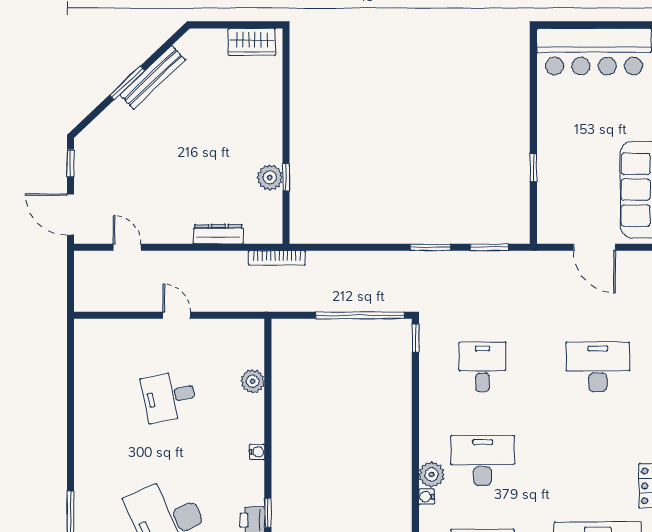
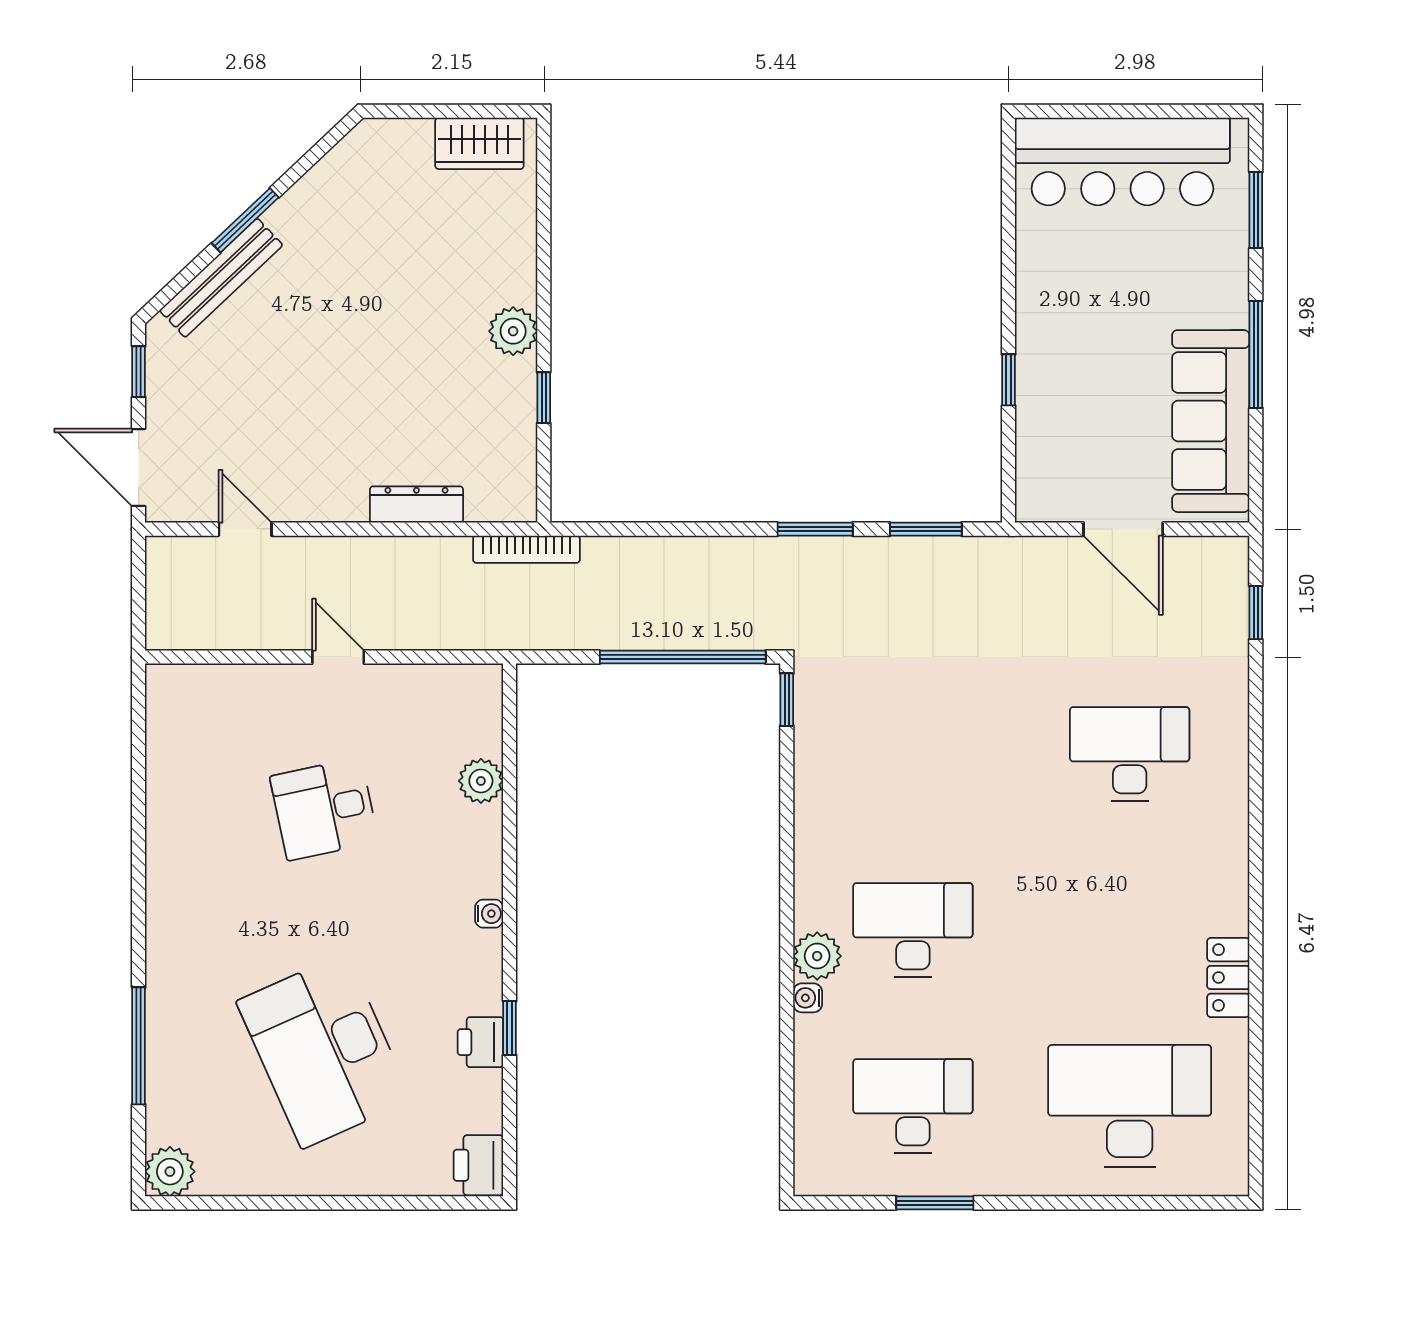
bench: (153, 77) -> (221, 278), moved
plant: (270, 178) -> (513, 331), moved
desk: (483, 367) -> (913, 754), removed

